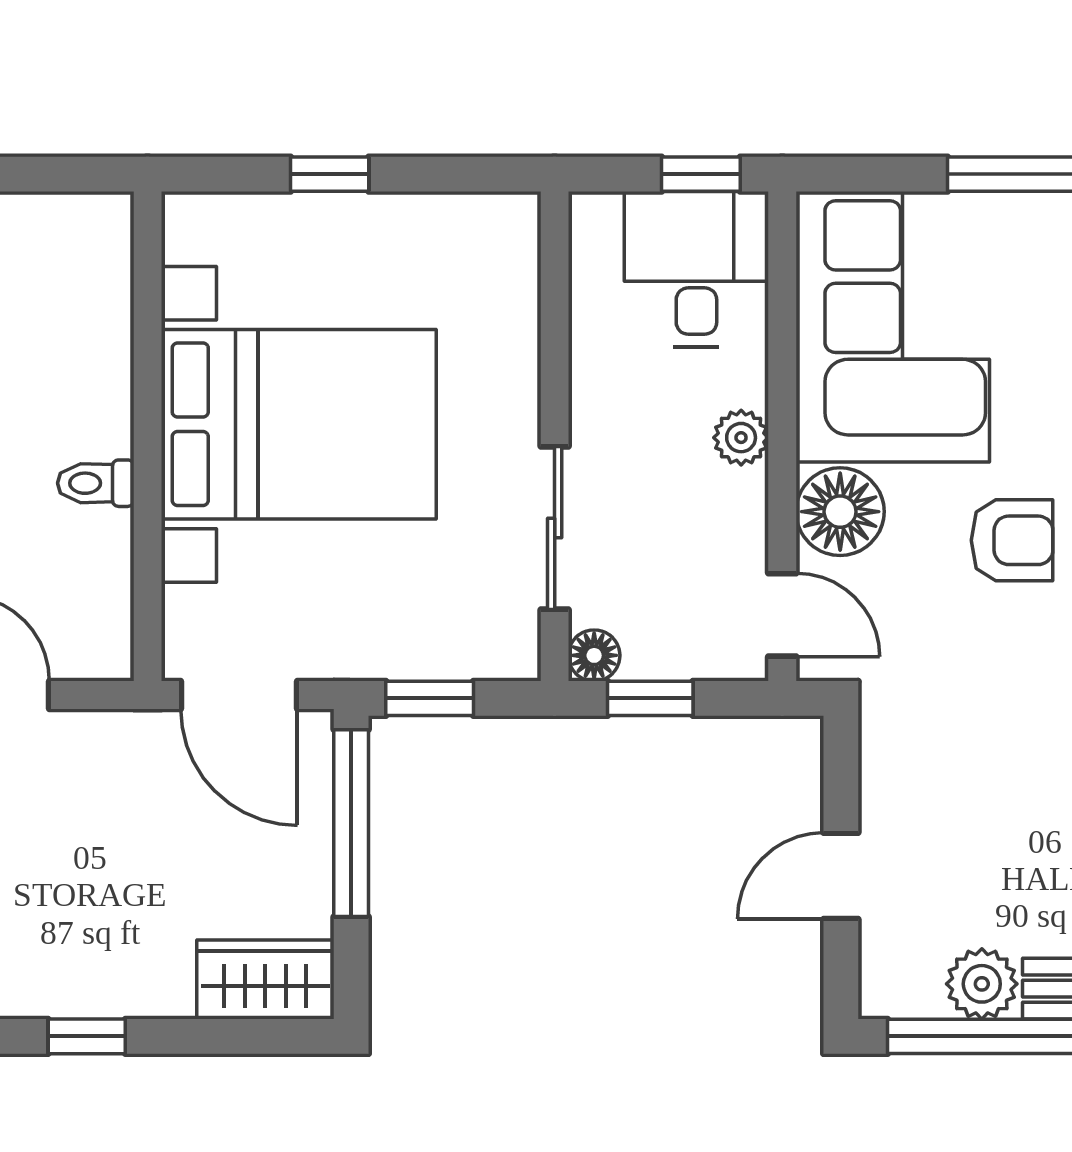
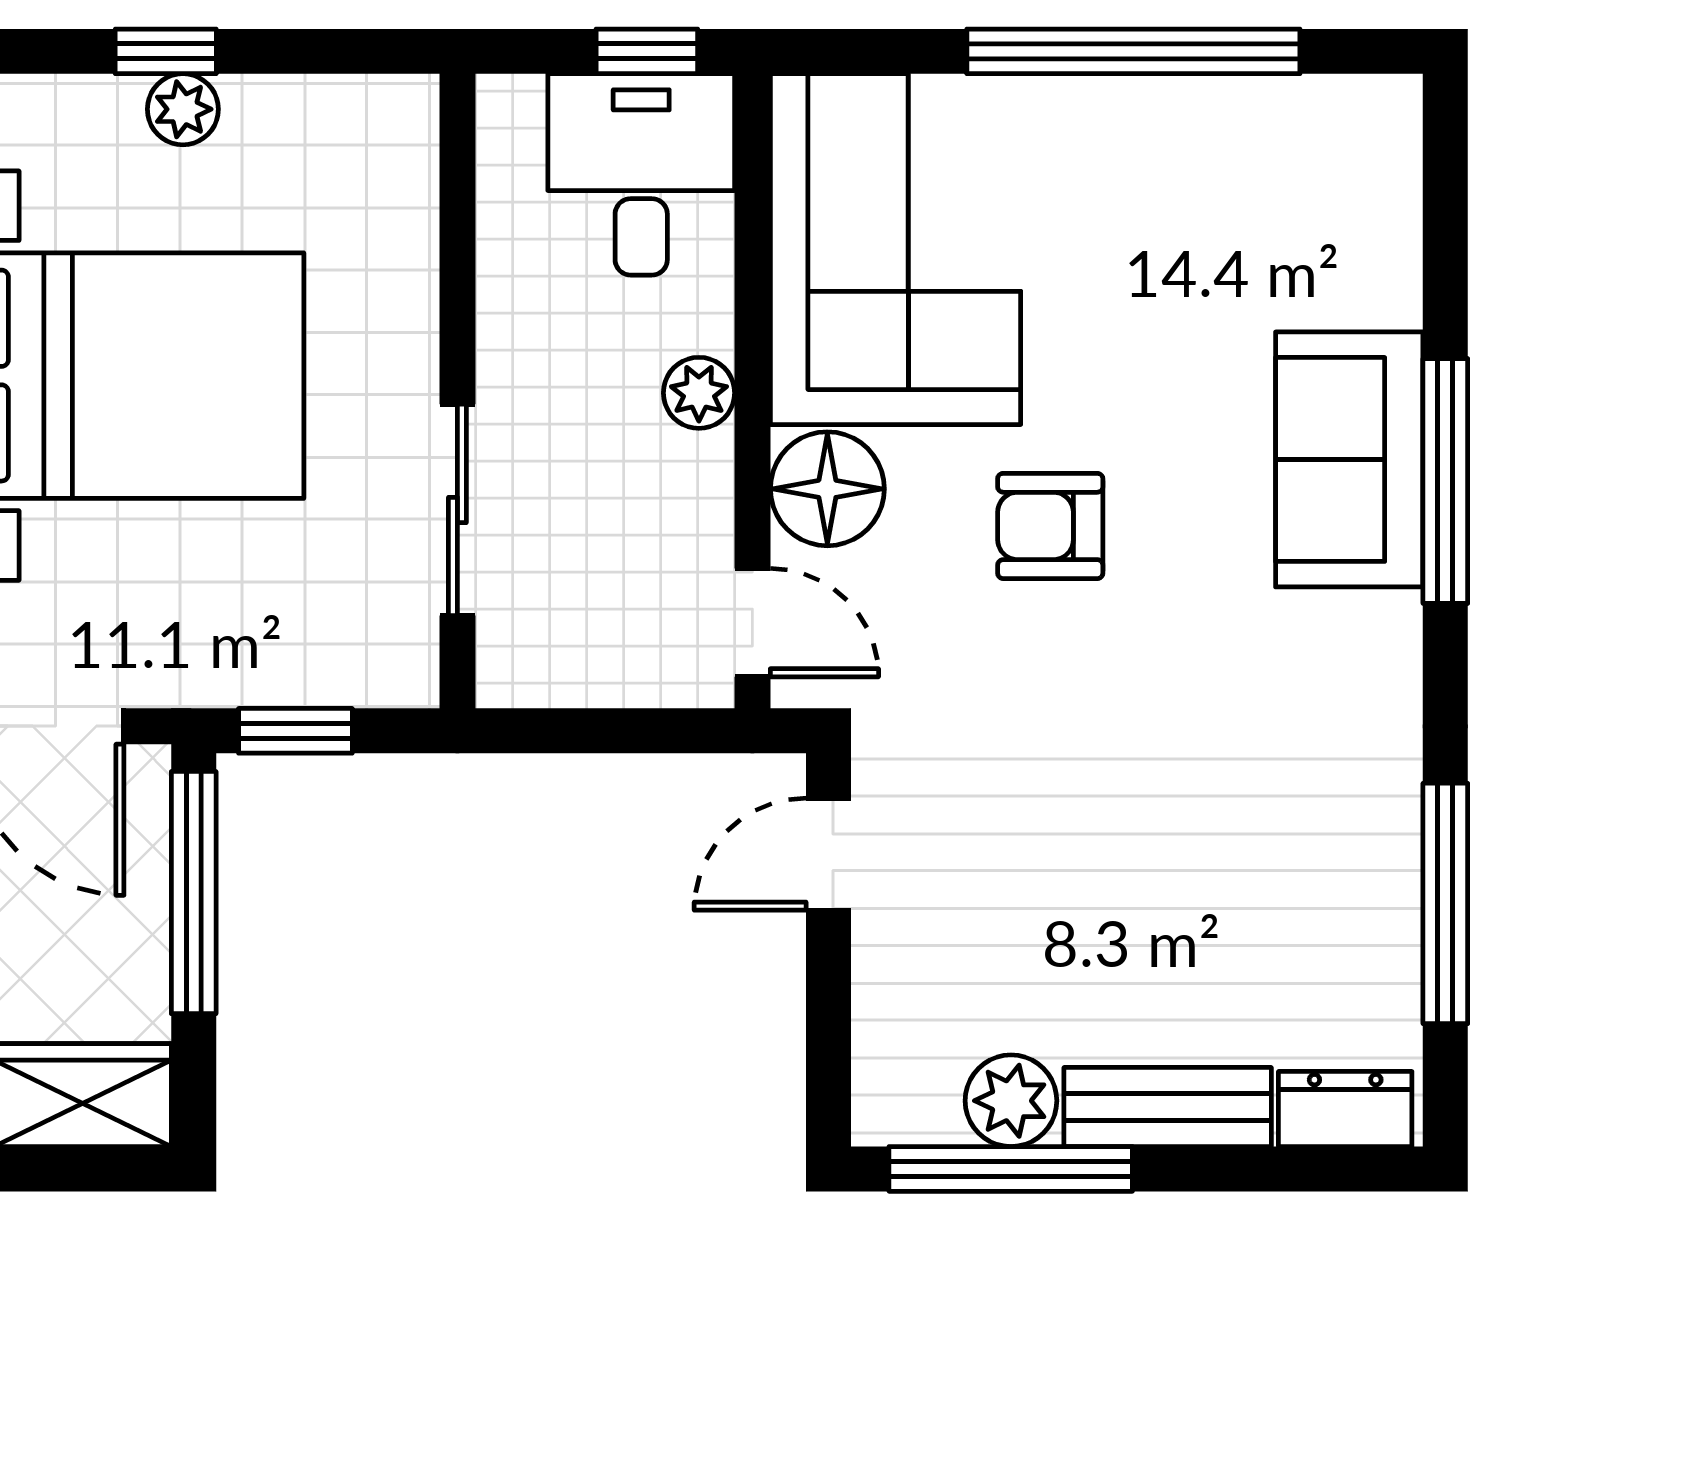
plant: (343, 219) -> (183, 109), added
armchair: (1012, 540) -> (1050, 526), turned 180
floor lamp: (594, 655) -> (509, 675), removed
window: (650, 698) -> (581, 731), removed
door: (841, 876) -> (828, 854), moved

